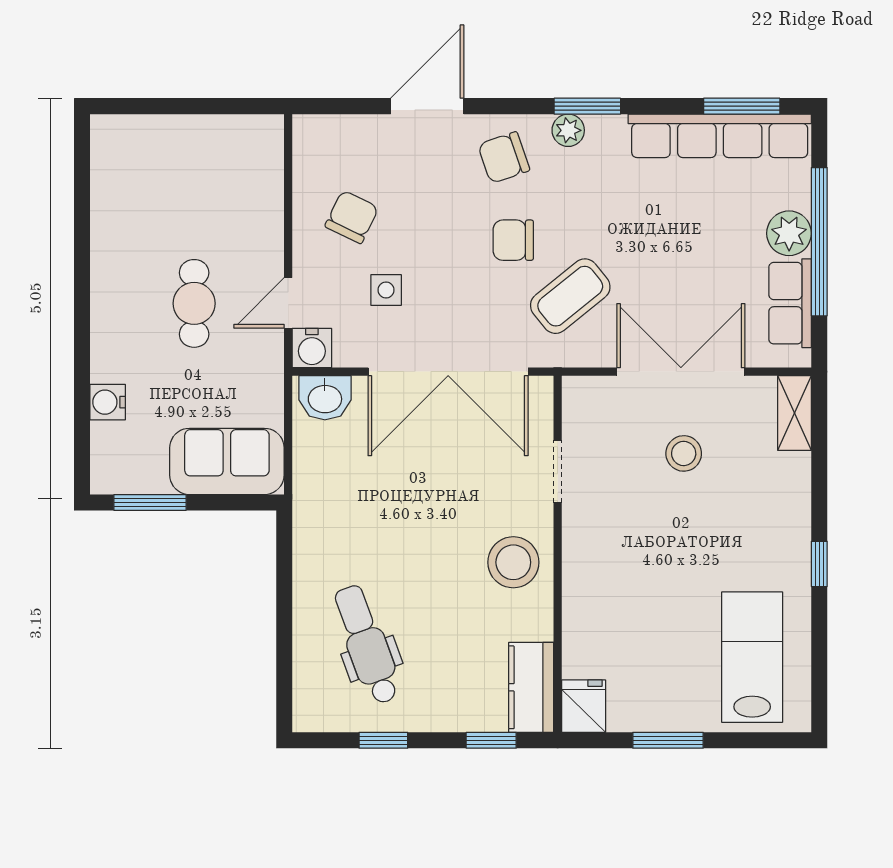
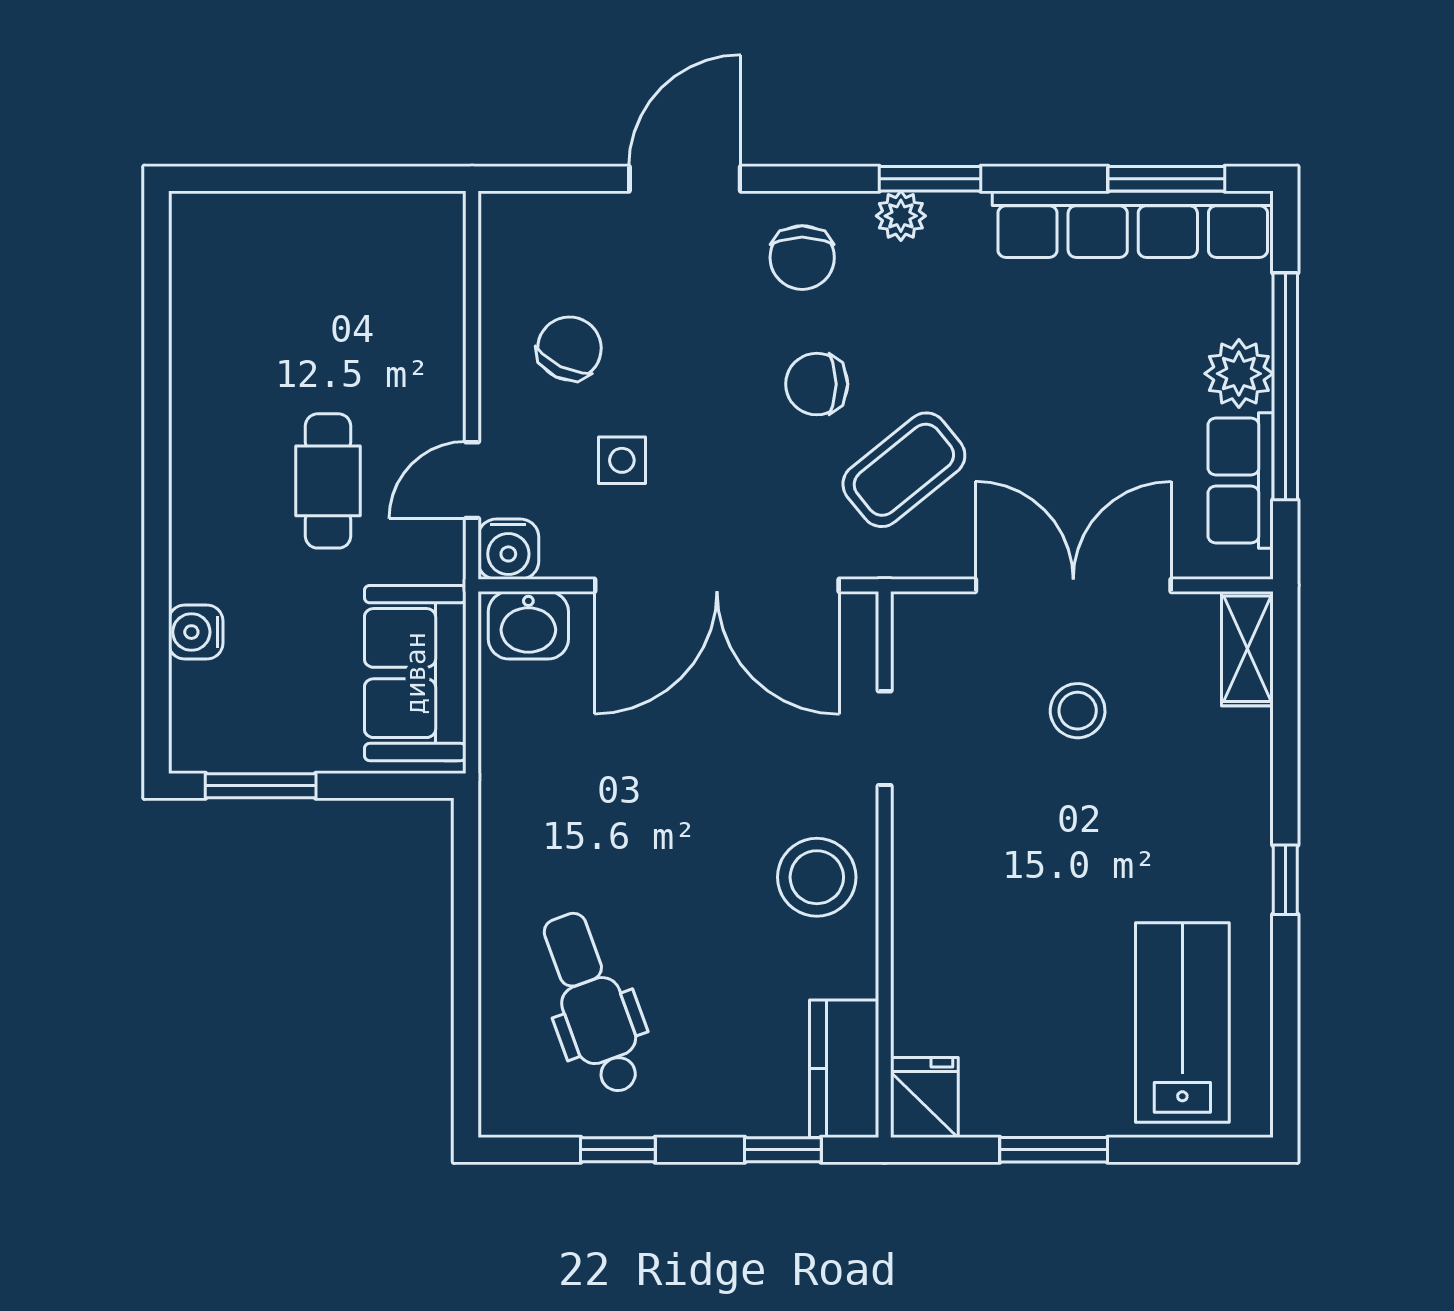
chair: (504, 158) -> (802, 258), turned -71
sofa: (227, 461) -> (415, 673), moved, turned -90

